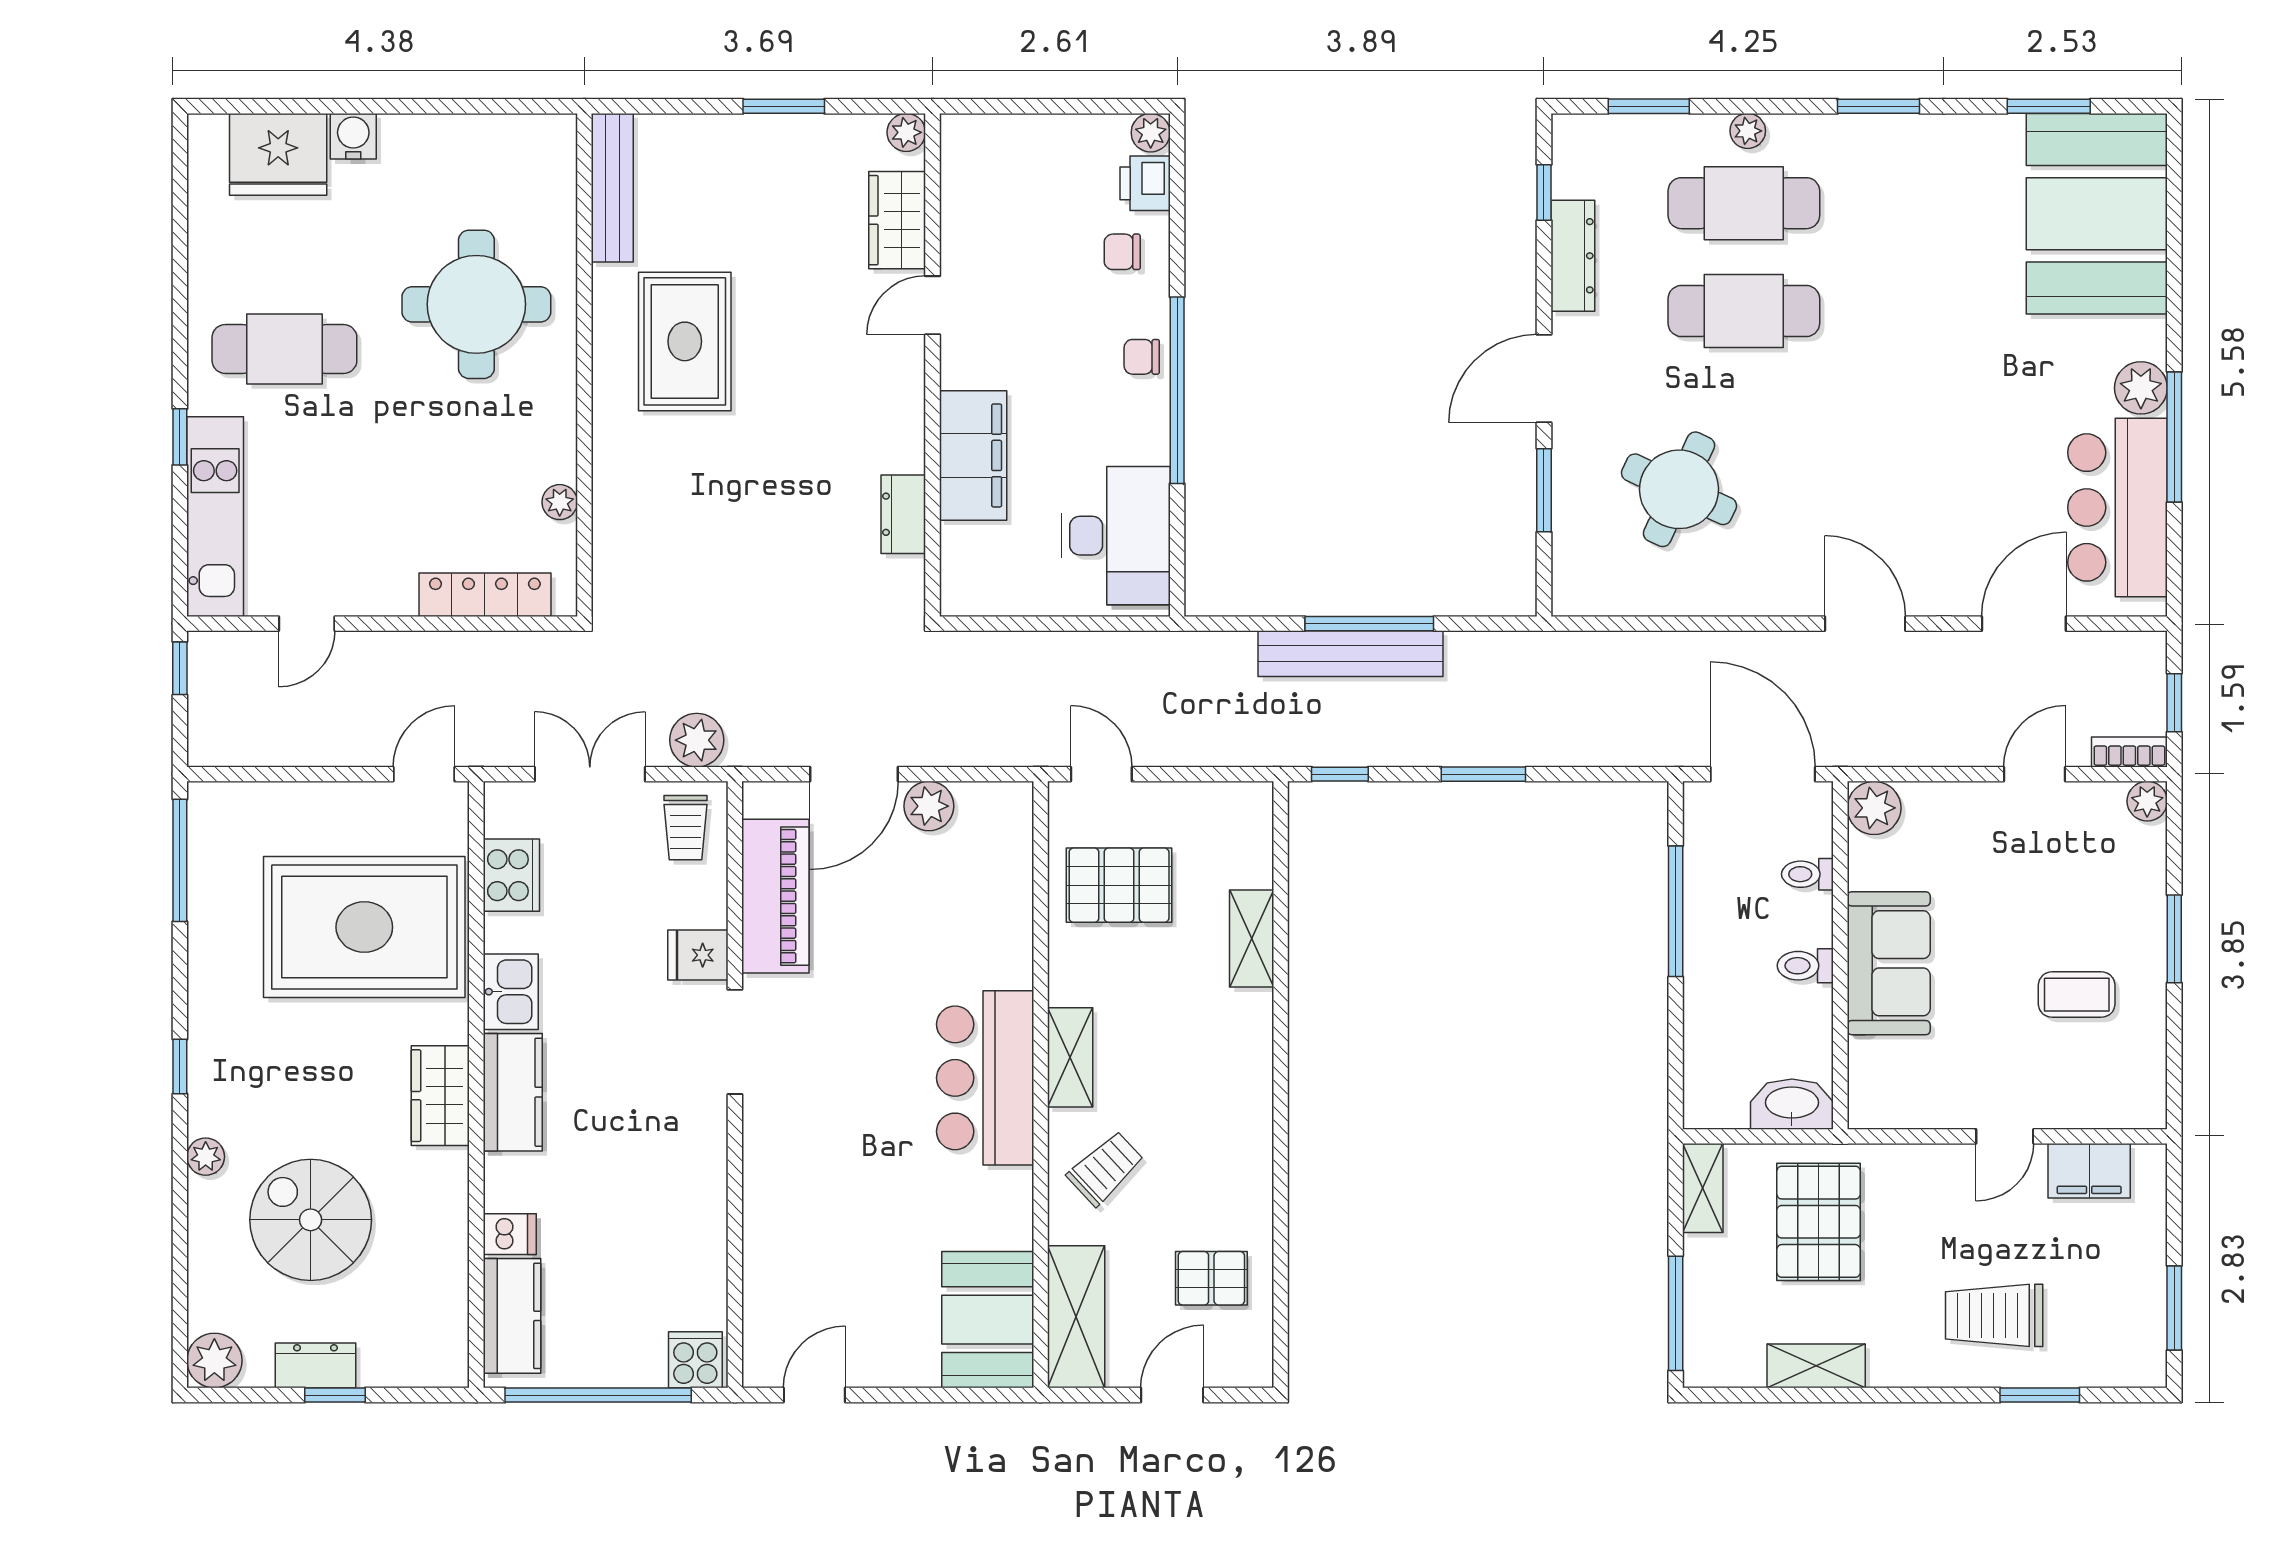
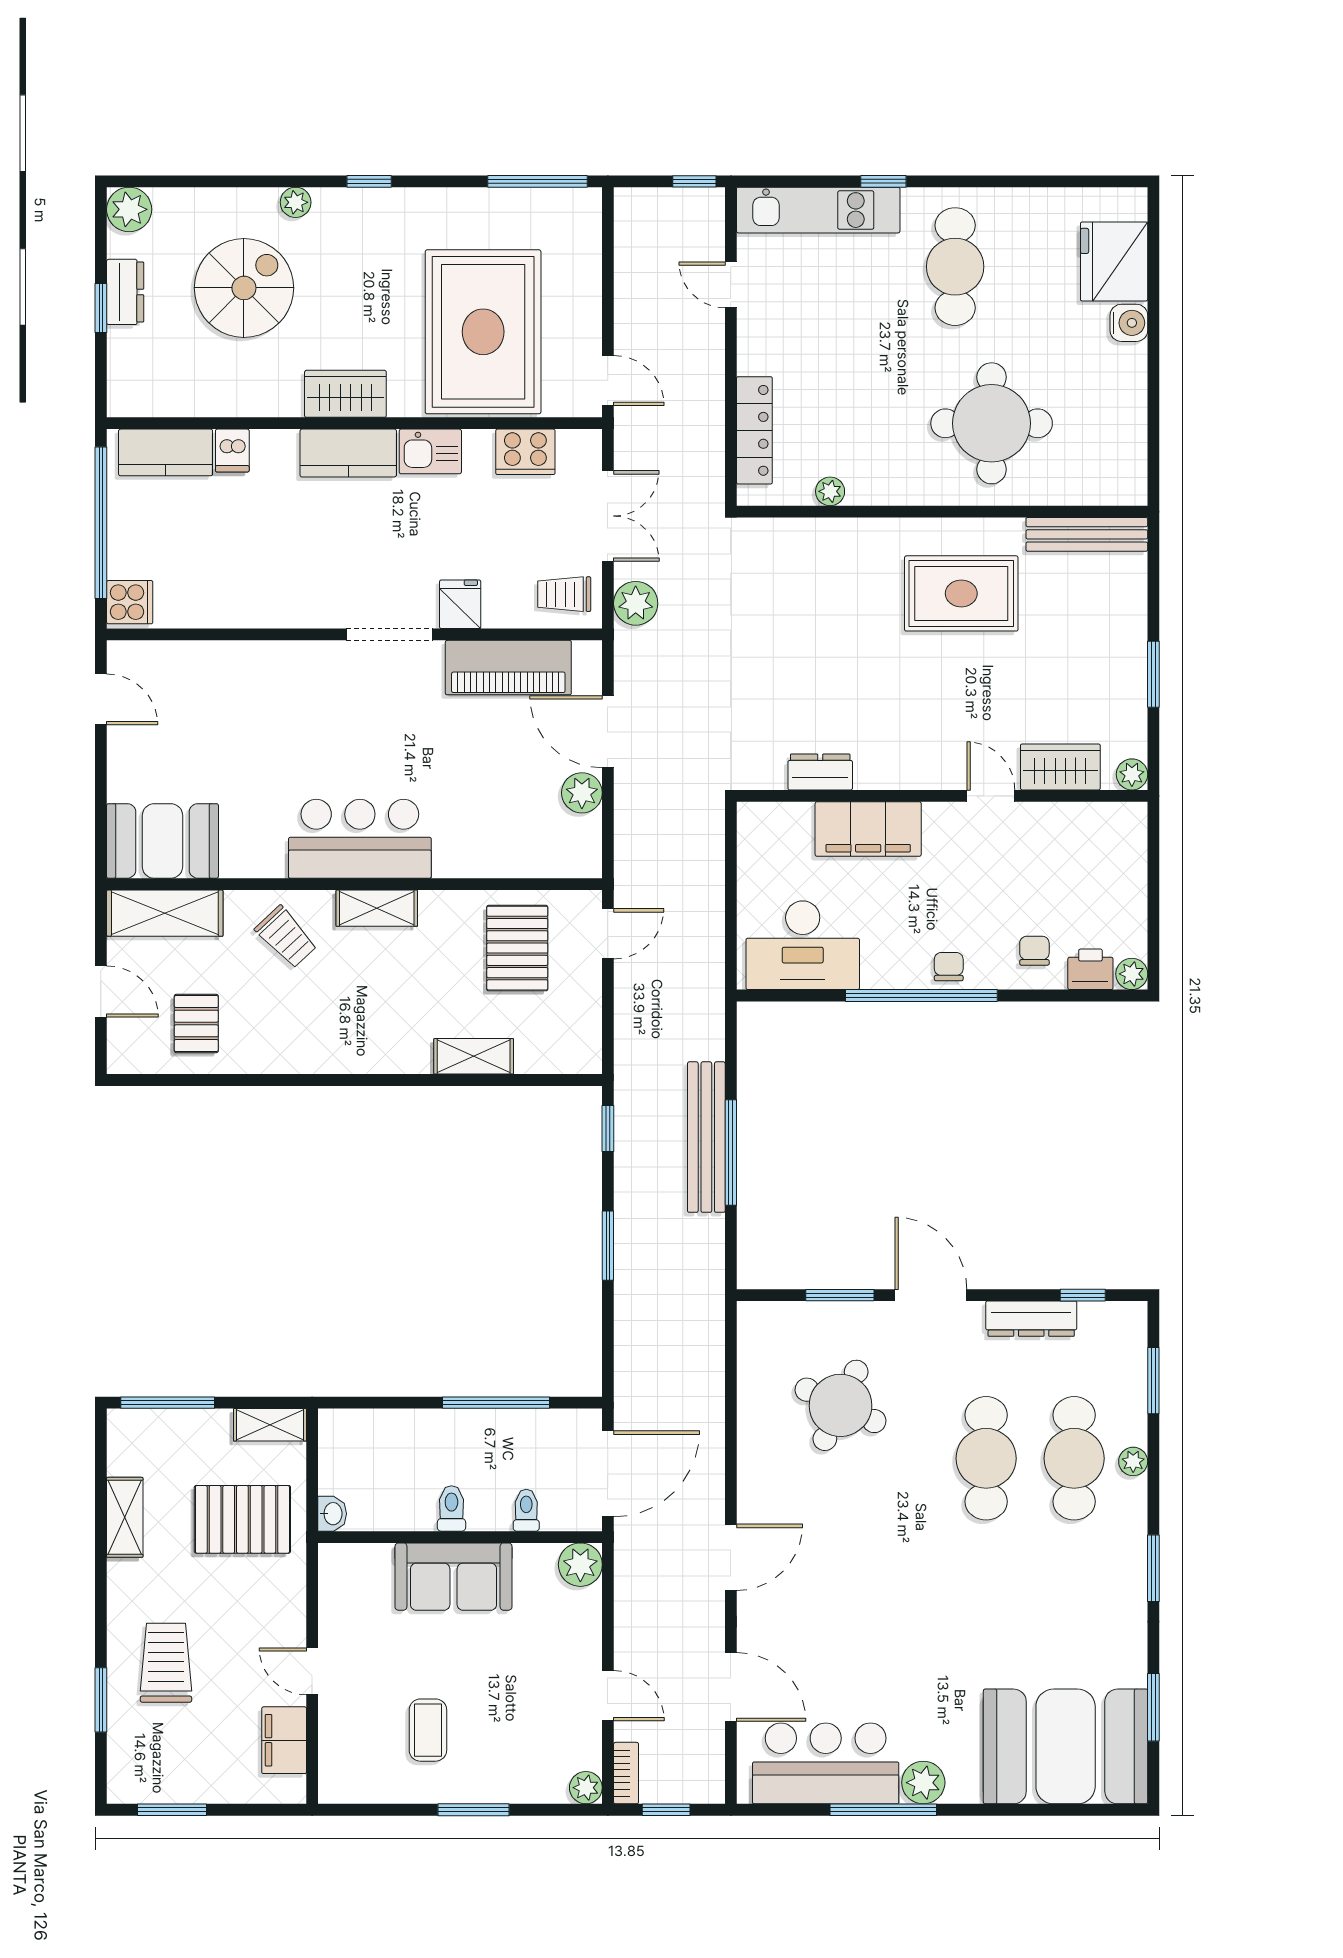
washbasin: (1792, 1104) -> (332, 1514), width x0.52, depth x0.69

